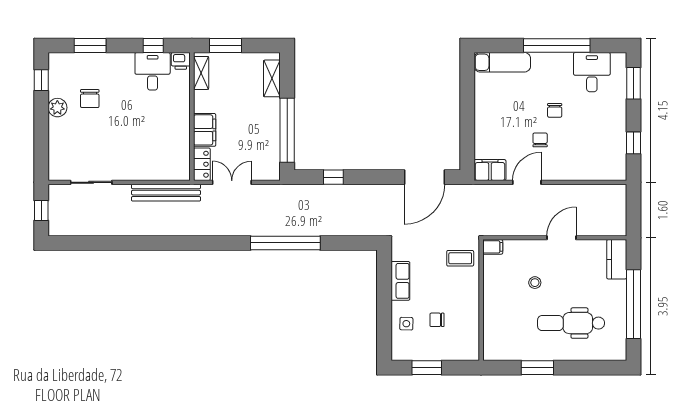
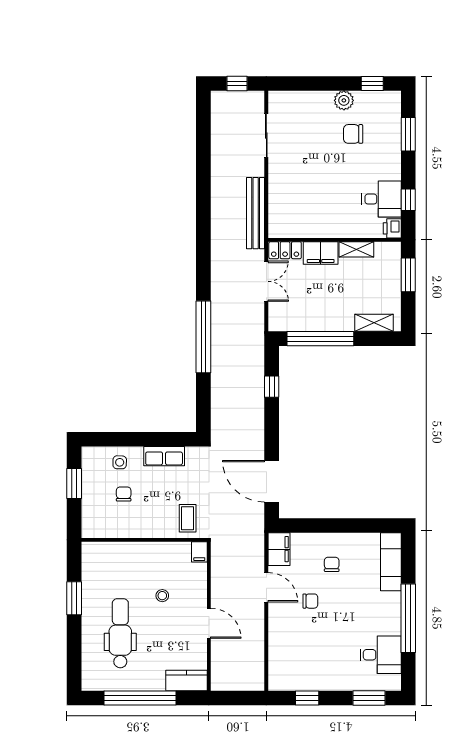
shelving: (201, 73) -> (356, 249), moved
chair: (555, 110) -> (332, 564), moved, turned 90

